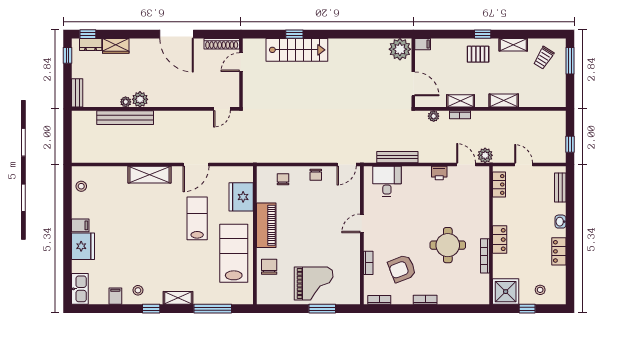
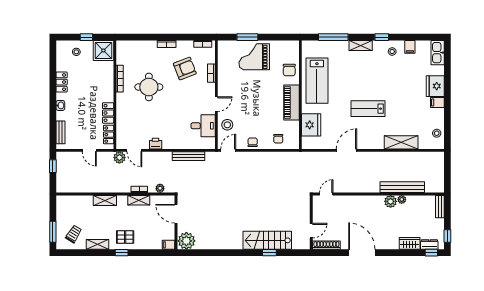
shelving: (149, 175) -> (401, 142), moved
desk: (387, 181) -> (203, 126), moved, turned -90
stool: (348, 197) -> (227, 125), added
lab bench: (197, 218) -> (368, 109), moved, turned 90
locker: (500, 240) -> (108, 113), moved

